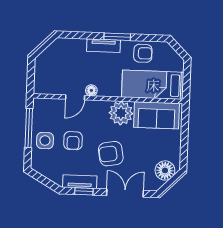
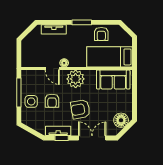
tv unit: (104, 46) -> (54, 29), moved
armchair: (143, 53) -> (101, 34), turned 90
door: (75, 97) -> (52, 69), hinge flipped
plant: (121, 113) -> (76, 79), moved

